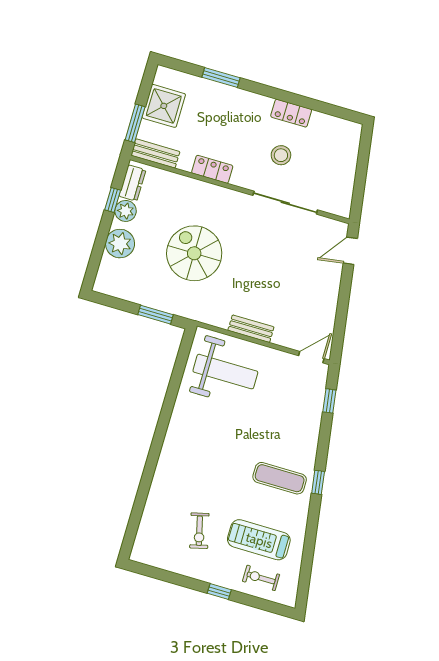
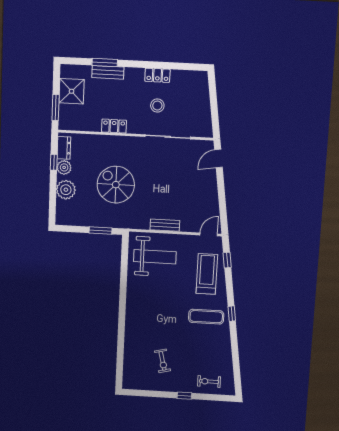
bench: (155, 153) -> (108, 72), moved
treadmill: (259, 540) -> (207, 274), moved, turned 90

